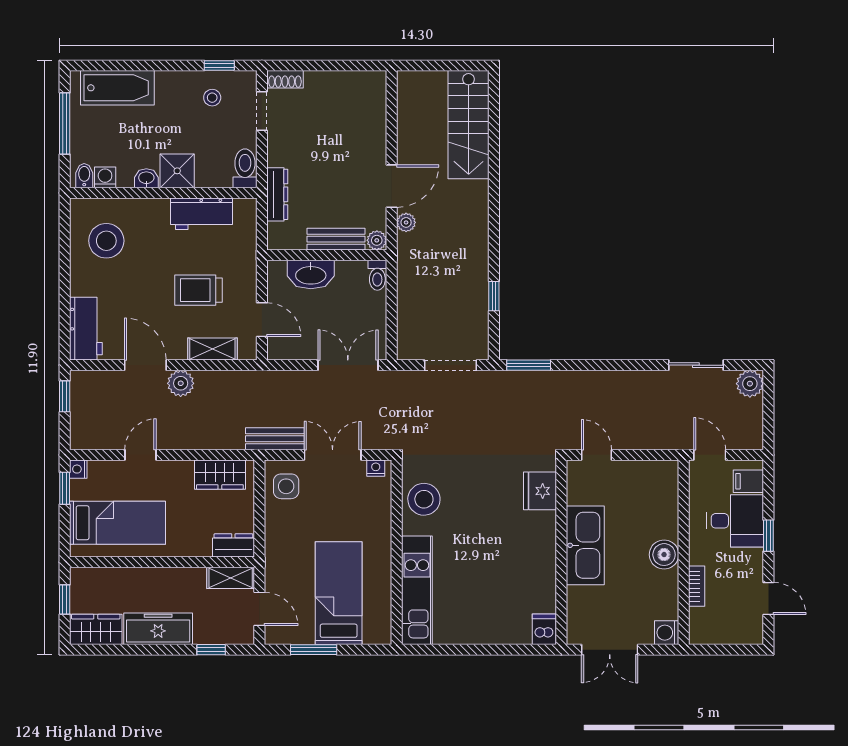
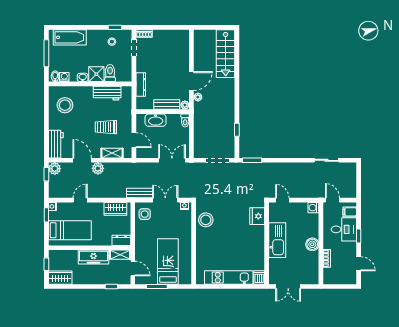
toilet: (245, 168) -> (110, 73), moved
plant: (750, 384) -> (55, 169), moved
kitchen unit: (417, 590) -> (229, 277), moved, turned -90
freezer: (158, 629) -> (93, 257), moved, turned 180
washing machine: (667, 633) -> (313, 208), moved

